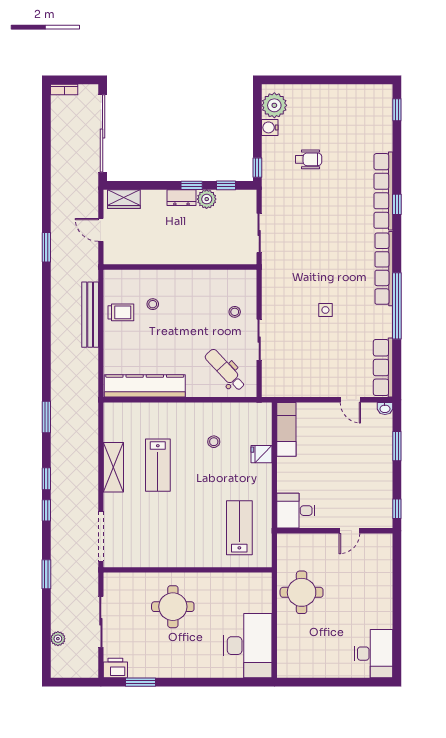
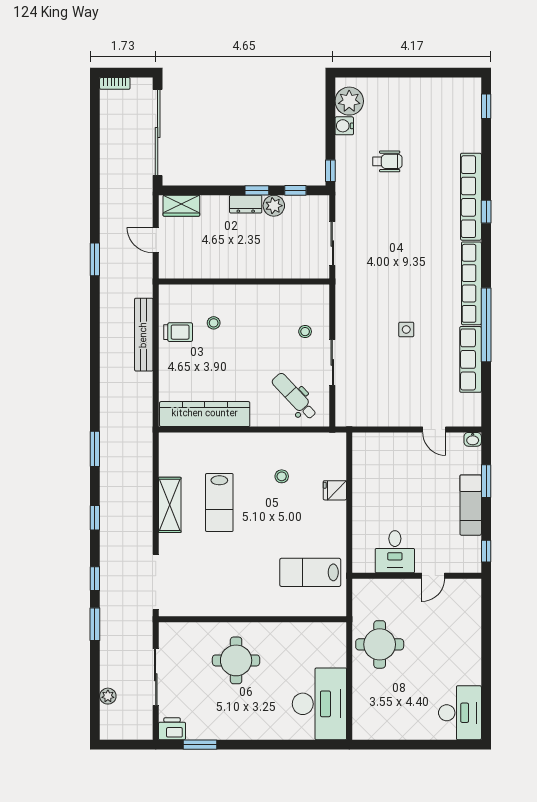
row of seats: (383, 368) -> (471, 359), moved
exam couch: (286, 429) -> (471, 505), moved, turned 180
window: (46, 510) -> (95, 579), moved
desk: (296, 511) -> (395, 552), moved, turned -90
lab bench: (239, 528) -> (310, 572), turned -90

